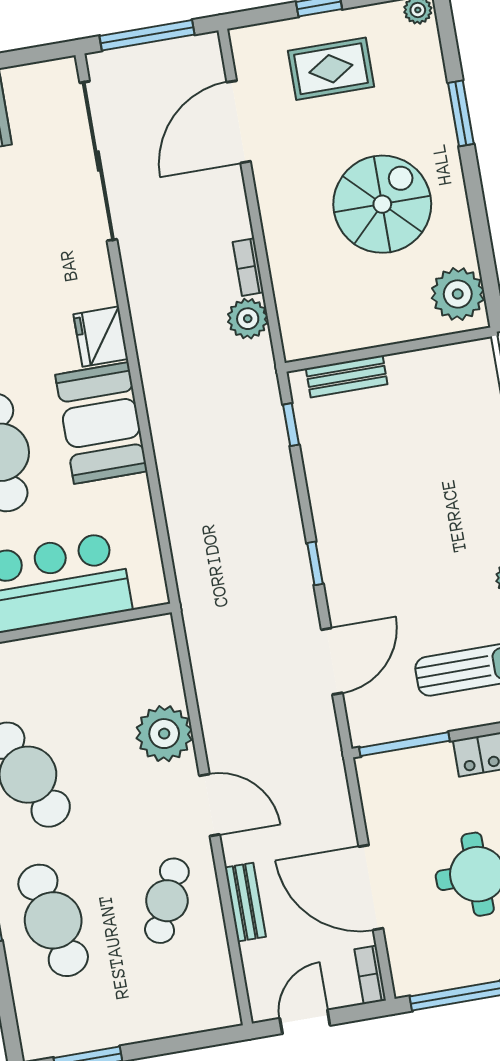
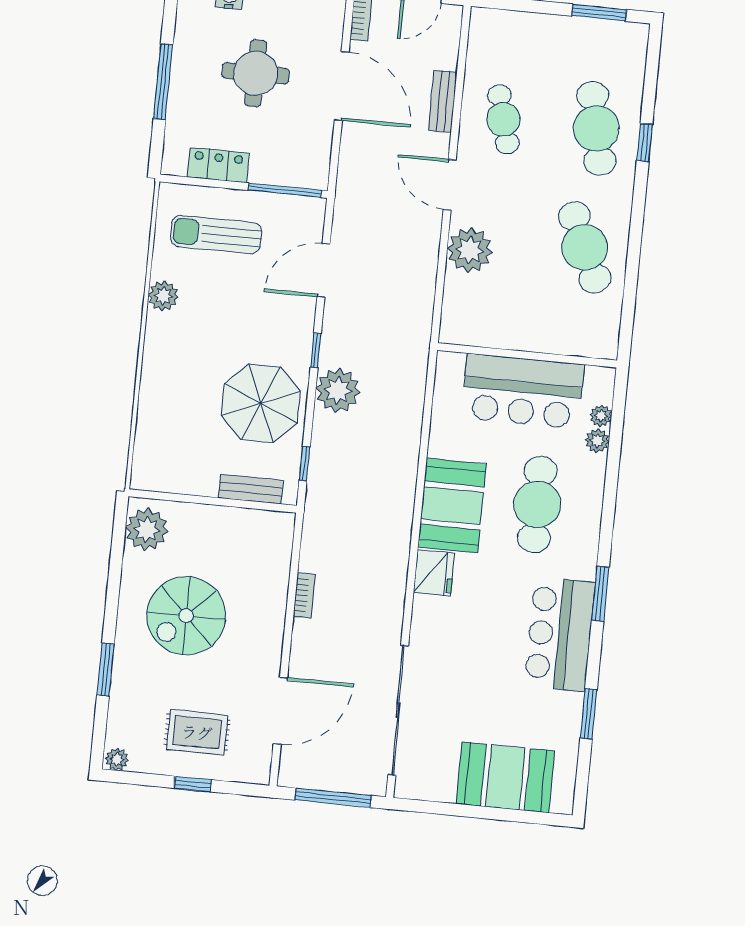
plant: (248, 319) -> (338, 390), moved, width x1.36, depth x1.36
parasol: (363, 482) -> (261, 403), added
cafe table: (167, 901) -> (503, 119), turned -39

